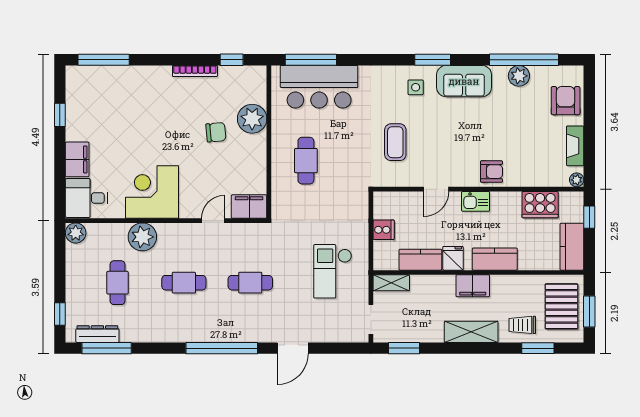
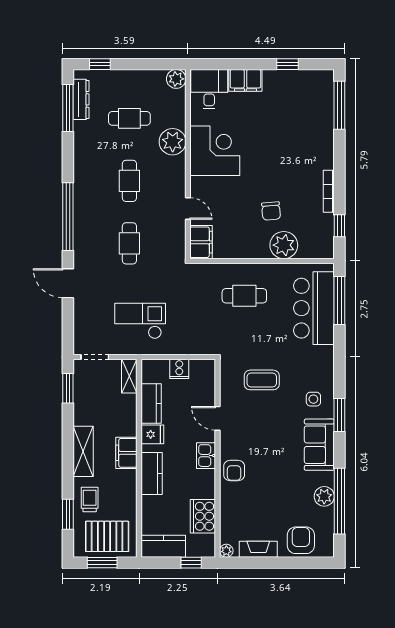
armchair: (566, 101) -> (301, 540), turned -90

